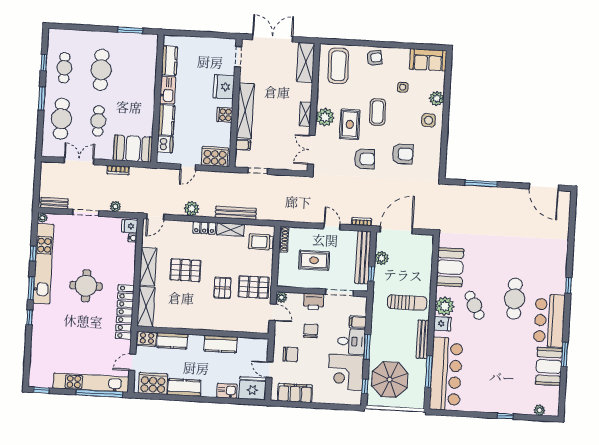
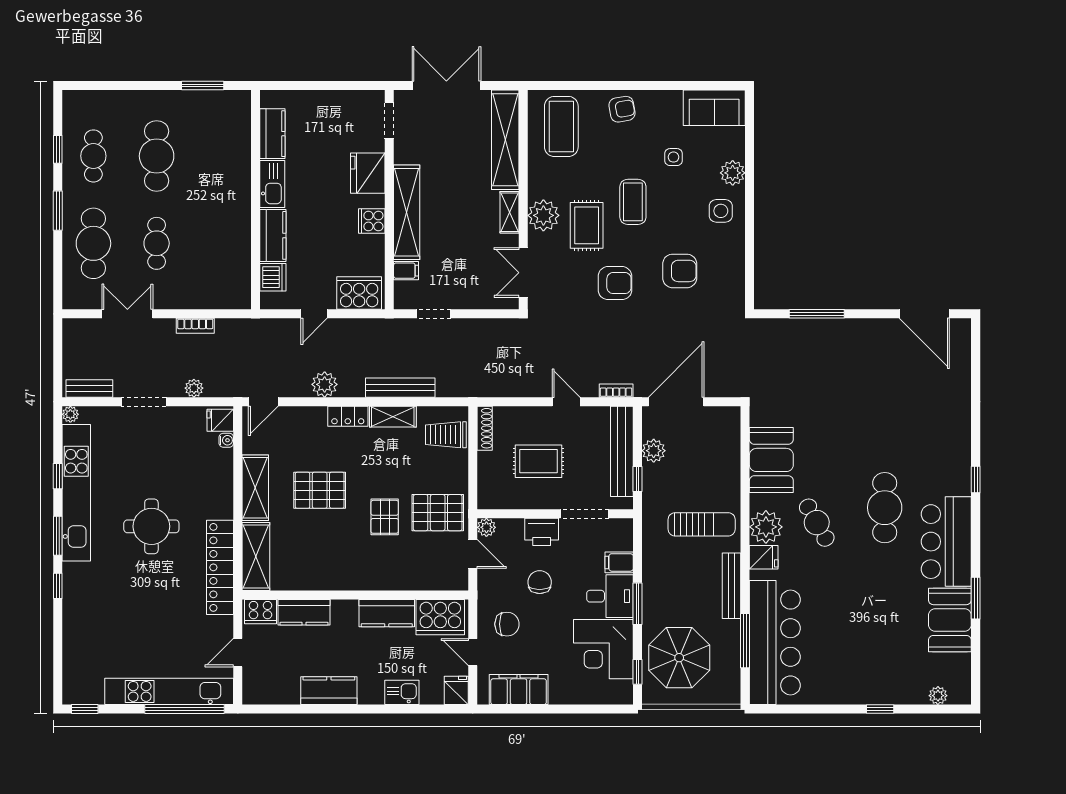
shelving: (306, 62) -> (505, 140), width x1.47
booth: (133, 149) -> (218, 288), removed
cooker: (153, 383) -> (440, 617), moved, turned 180
fridge: (253, 388) -> (456, 690), width x0.53, depth x0.75

